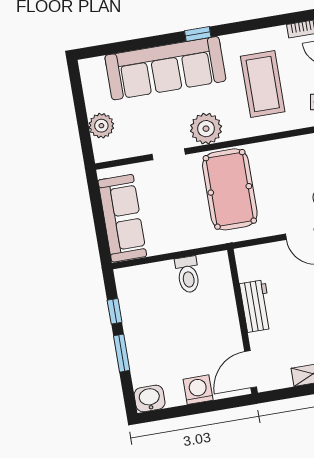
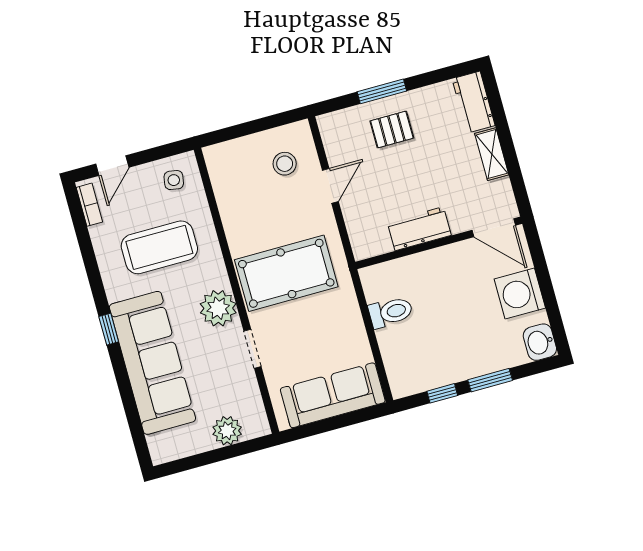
washing machine: (198, 390) -> (520, 294), width x1.37, depth x1.37

